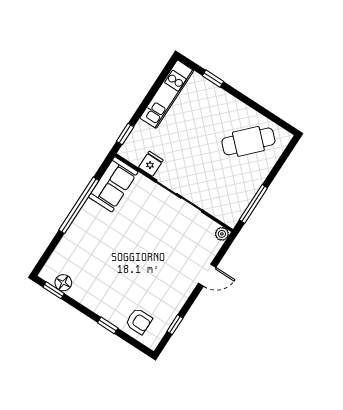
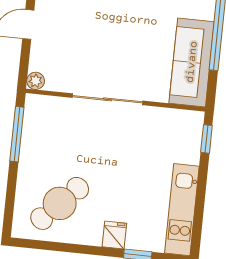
fridge: (151, 164) -> (114, 235), moved, turned 180
sofa: (113, 184) -> (192, 62), width x1.36

